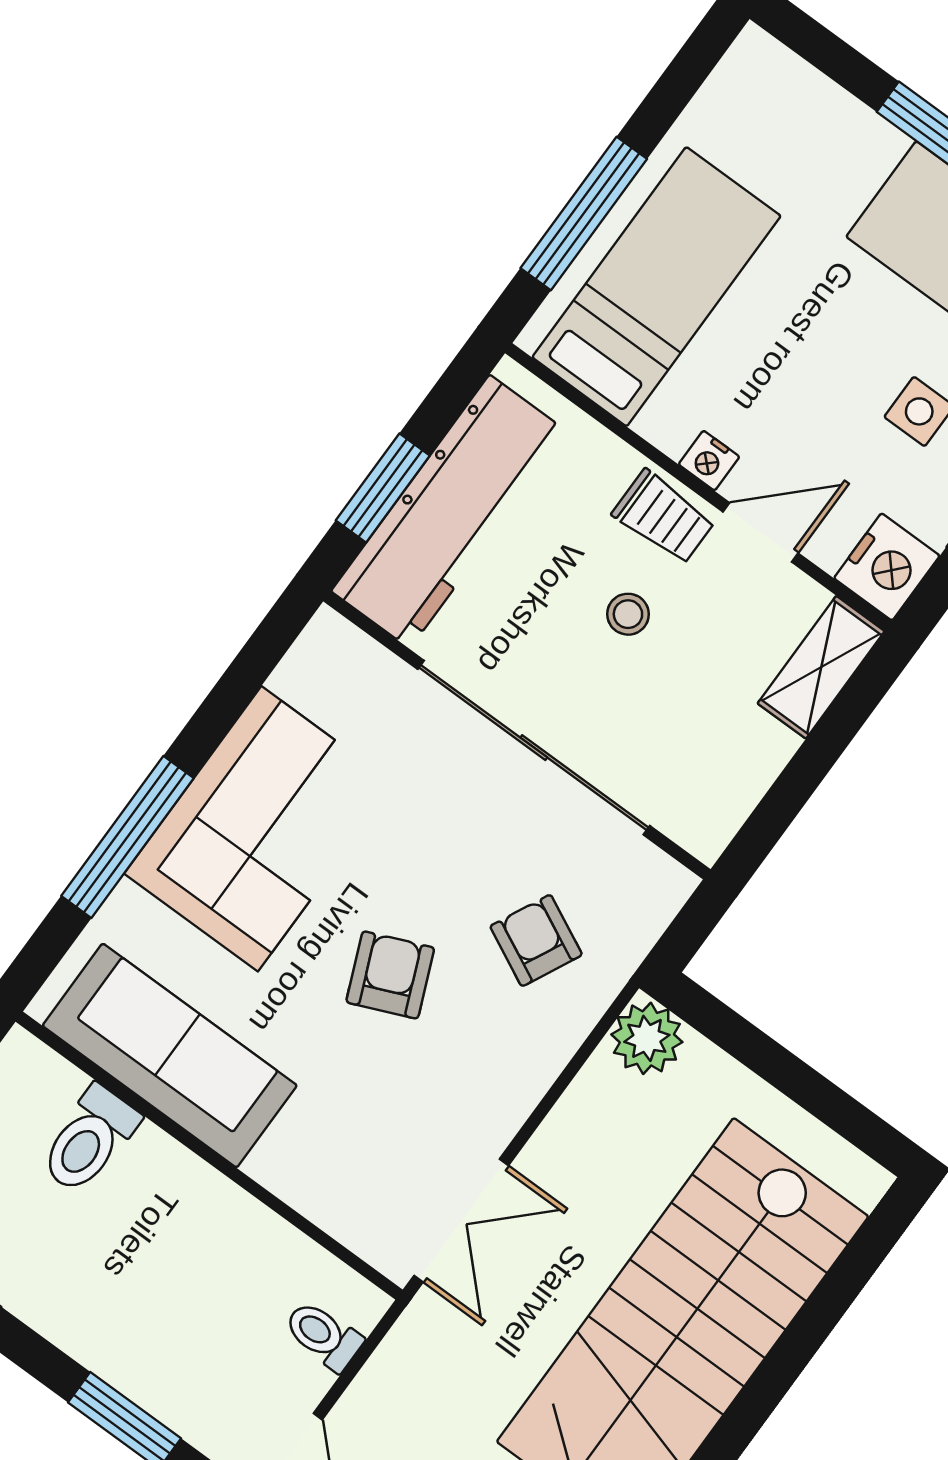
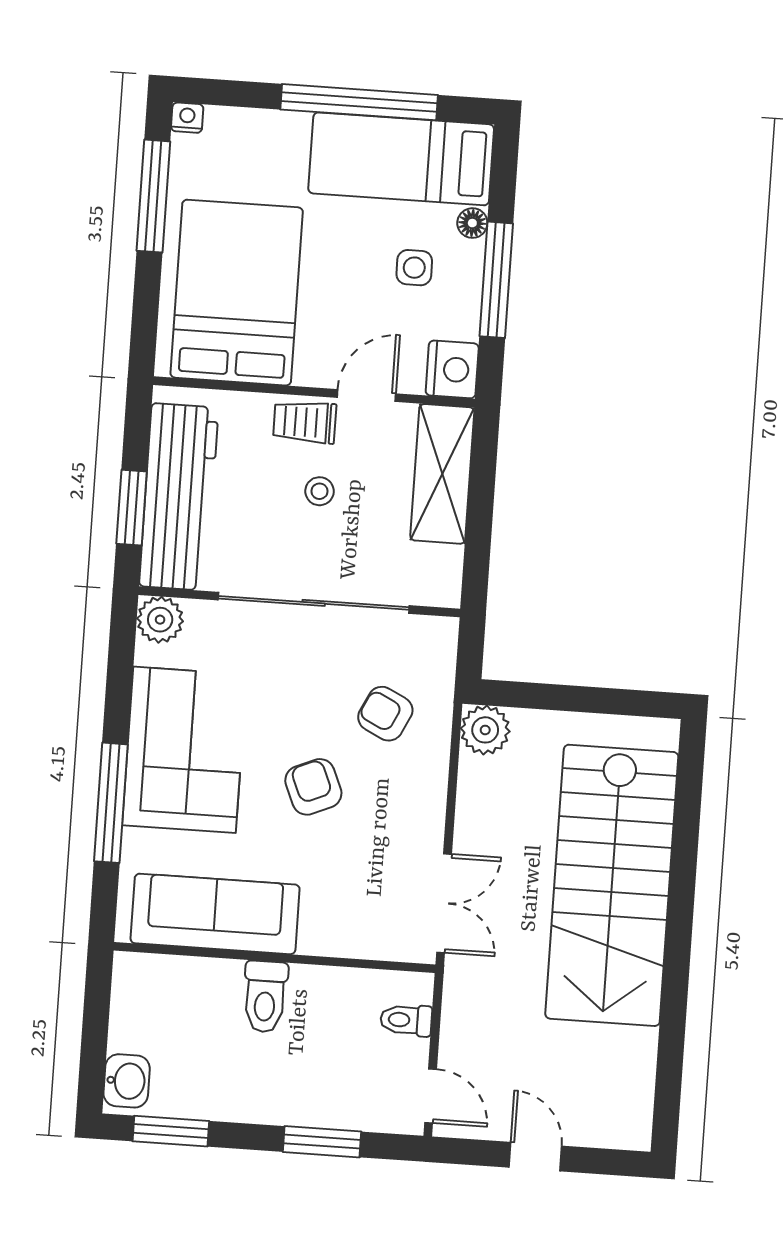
window: (584, 213) -> (153, 196), moved
bed: (656, 287) -> (237, 293), width x1.50
nightstand: (709, 461) -> (187, 118), moved, turned 180
trolley: (664, 517) -> (305, 422), turned 180
plant: (331, 649) -> (160, 620), added
shelving: (821, 667) -> (442, 474), width x1.50, depth x1.33
toilet: (89, 1140) -> (265, 997), moved

